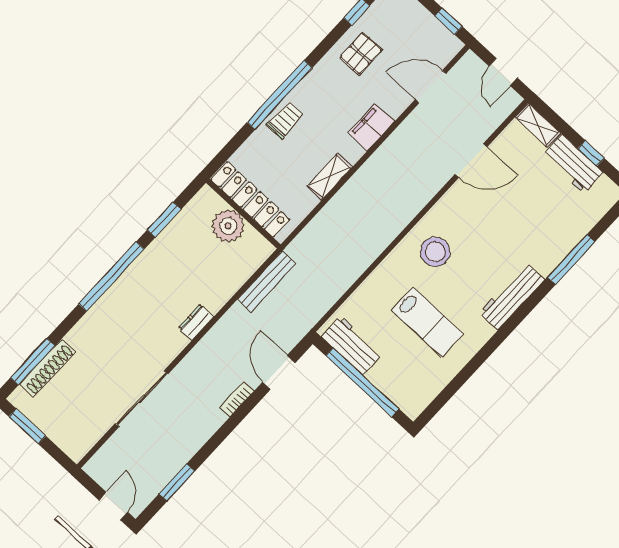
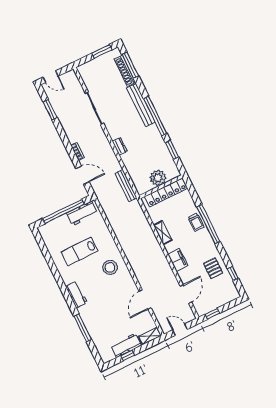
workbench: (512, 296) -> (76, 295), width x0.73
bench: (101, 312) -> (141, 105), added

